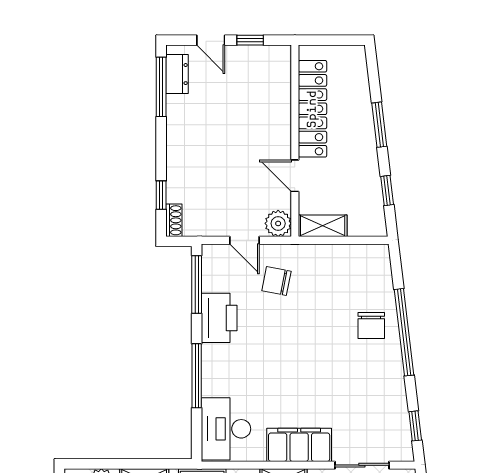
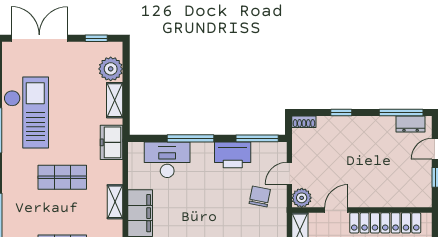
window: (161, 195) -> (341, 113), moved
desk: (226, 429) -> (167, 160), moved

